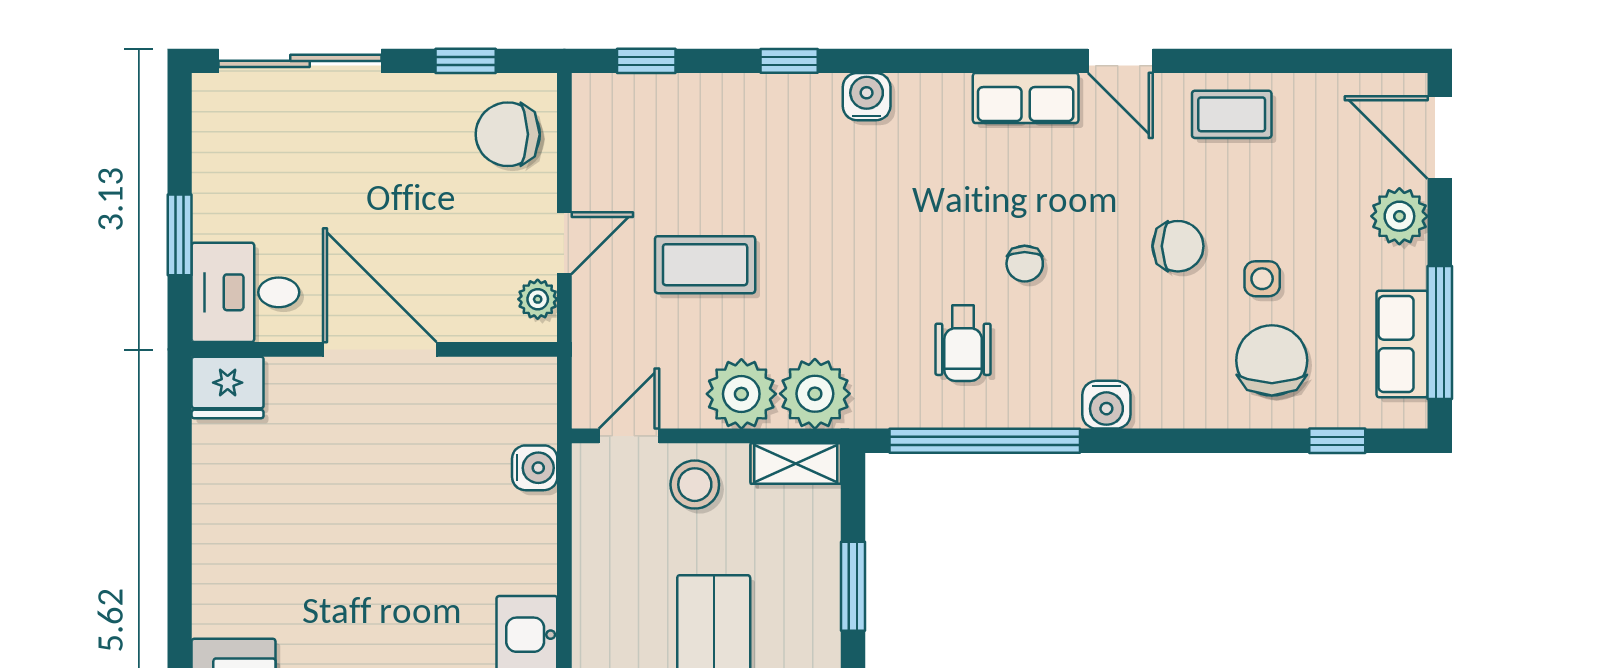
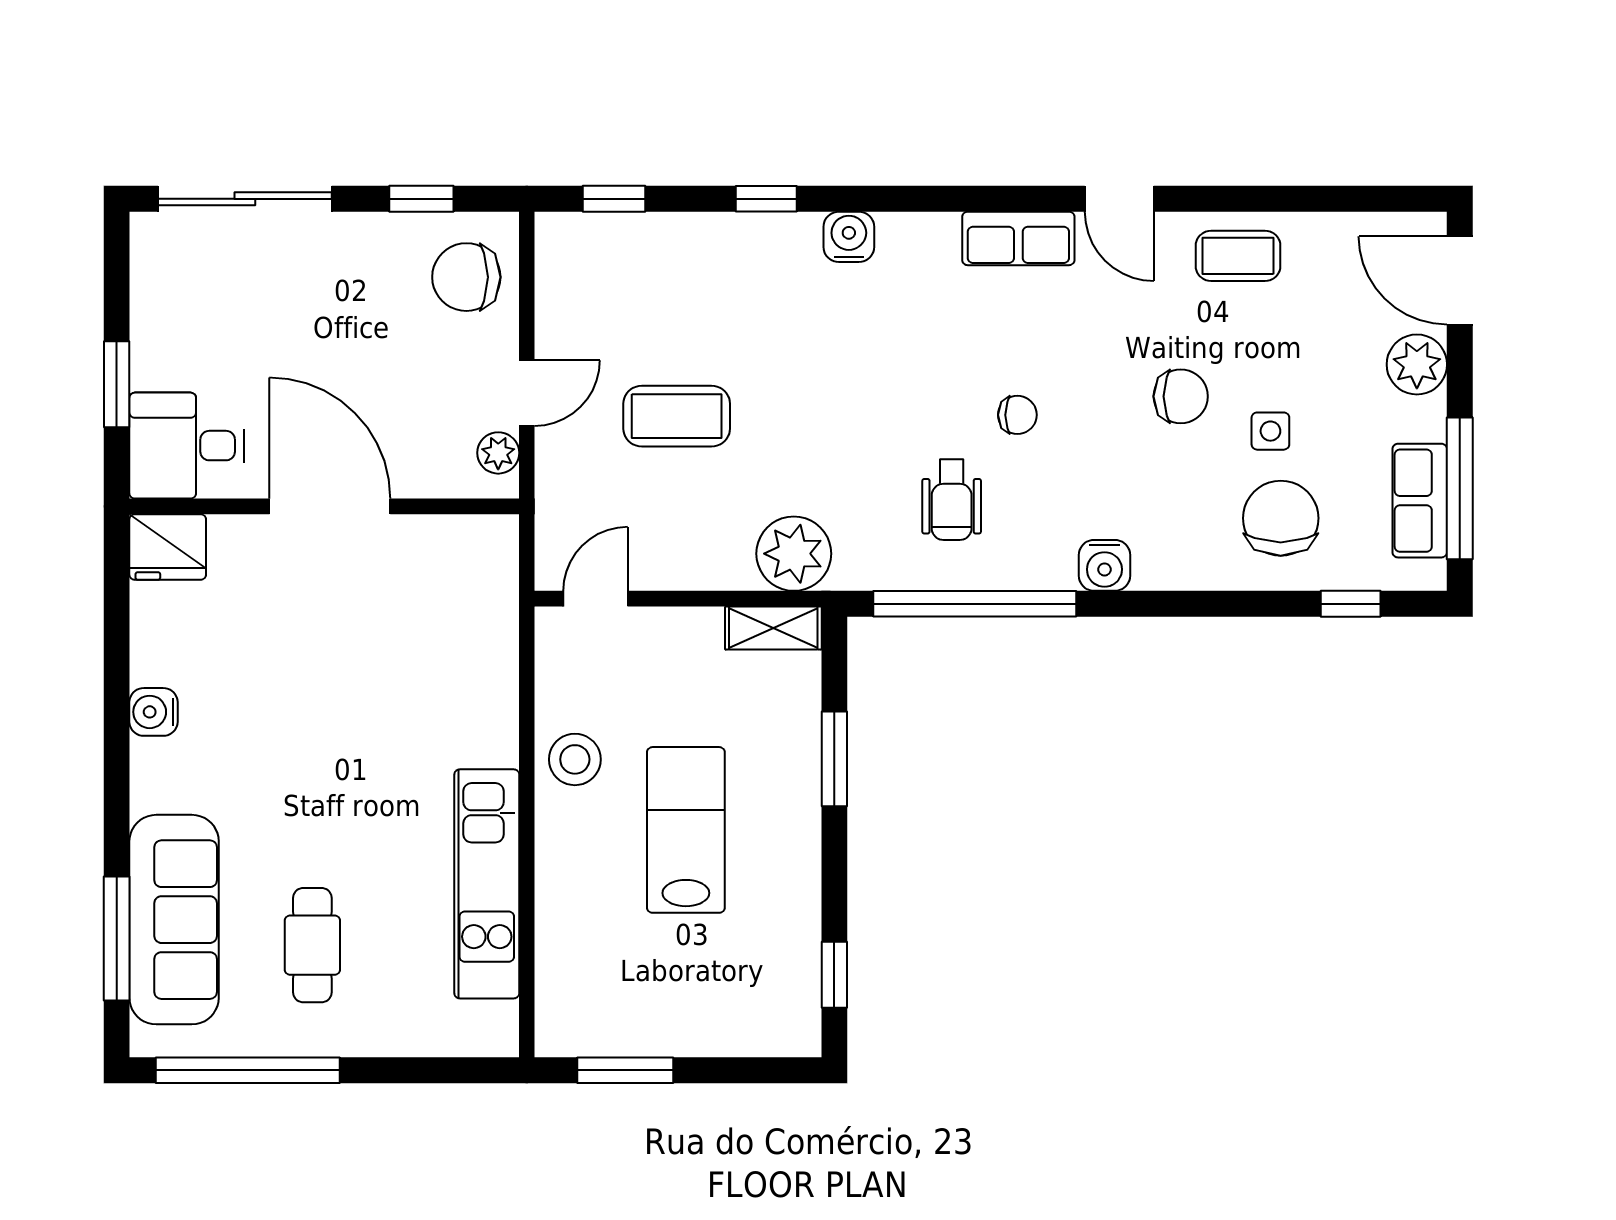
chair: (1025, 264) -> (1017, 415), turned -90
plant: (741, 394) -> (715, 554), removed
water cooler: (535, 468) -> (153, 712), moved, turned 180
stool: (695, 485) -> (575, 759), moved

